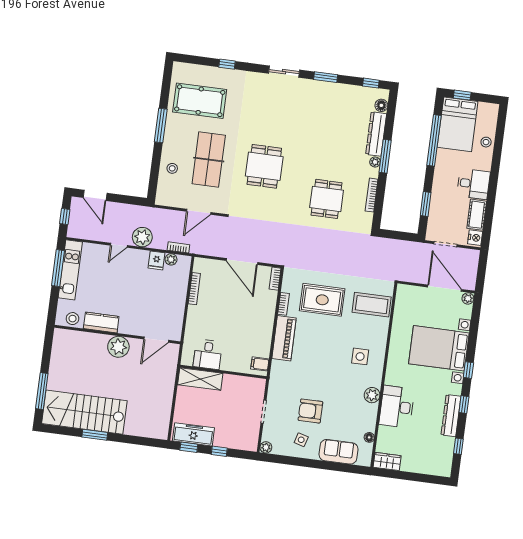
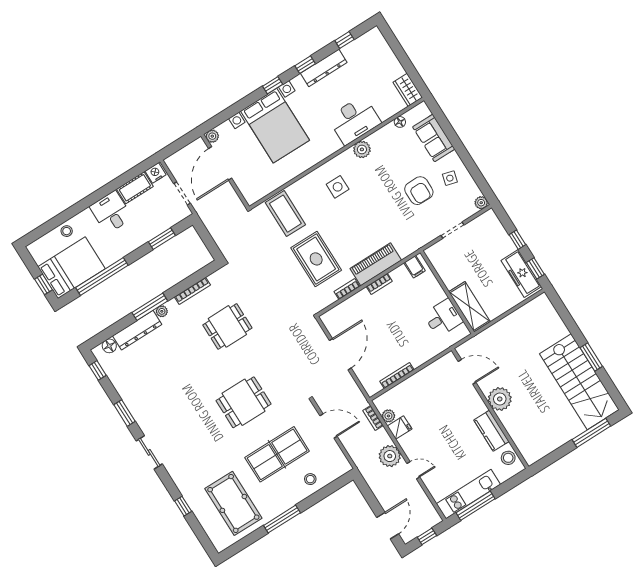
bookcase: (275, 279) -> (379, 284), moved

